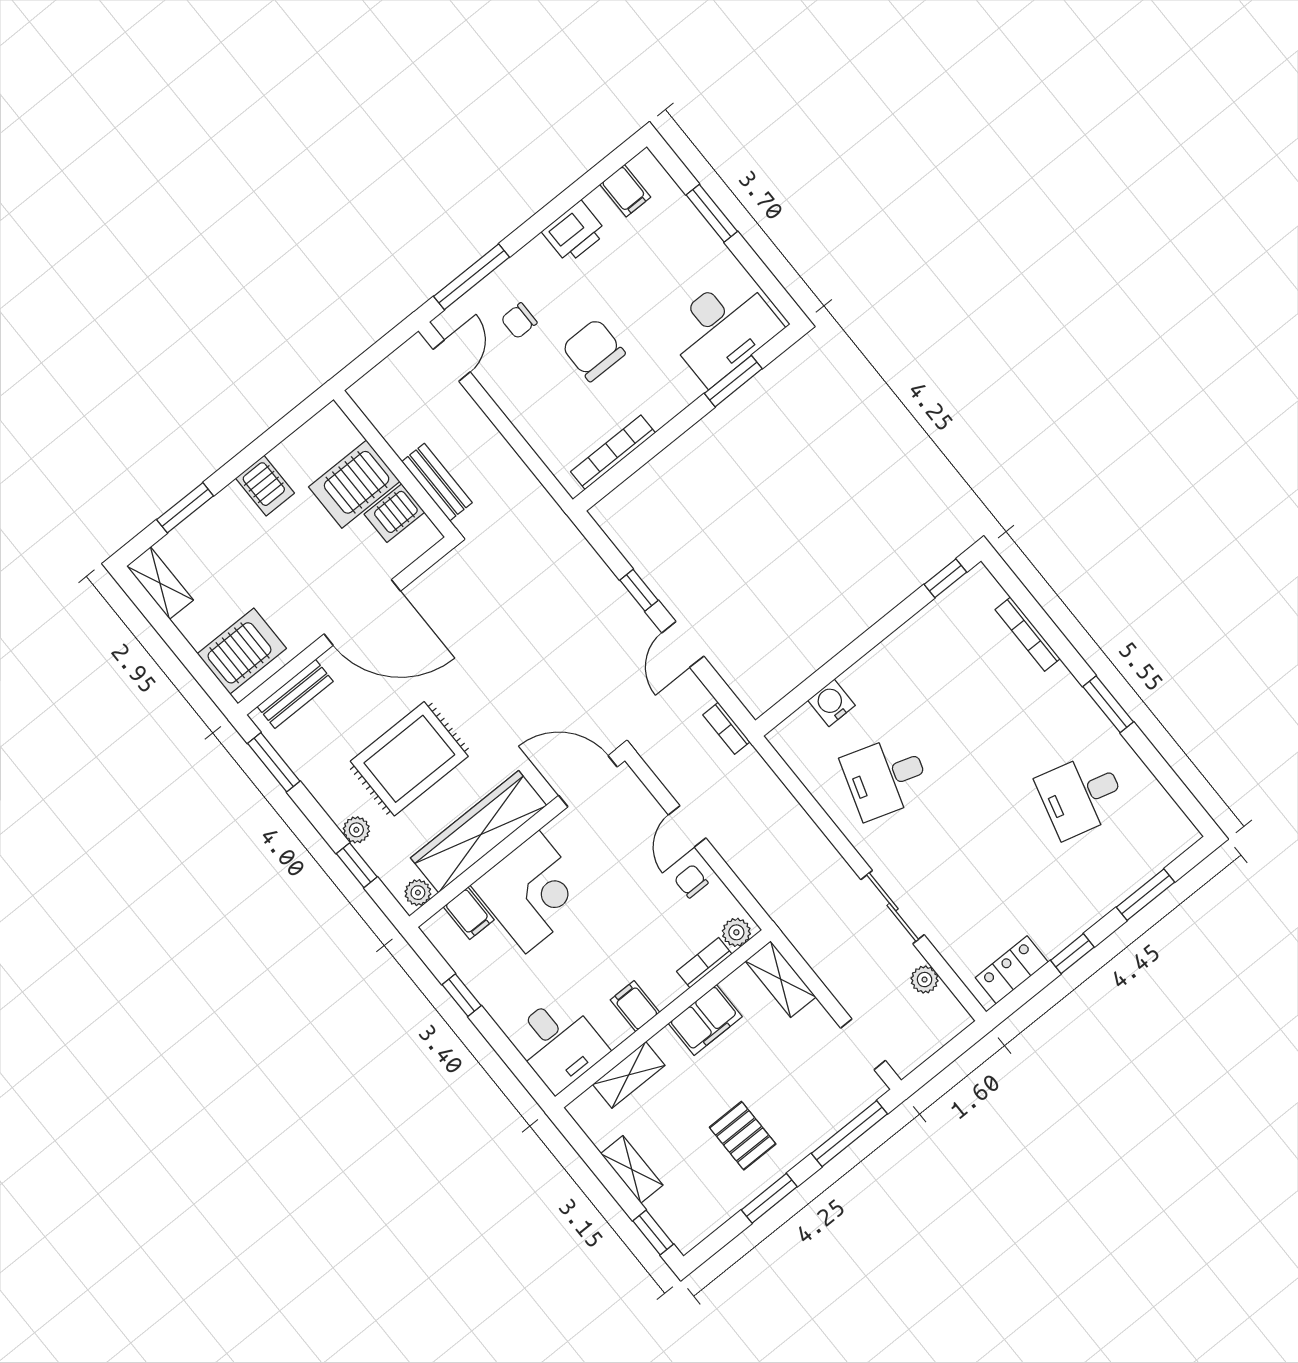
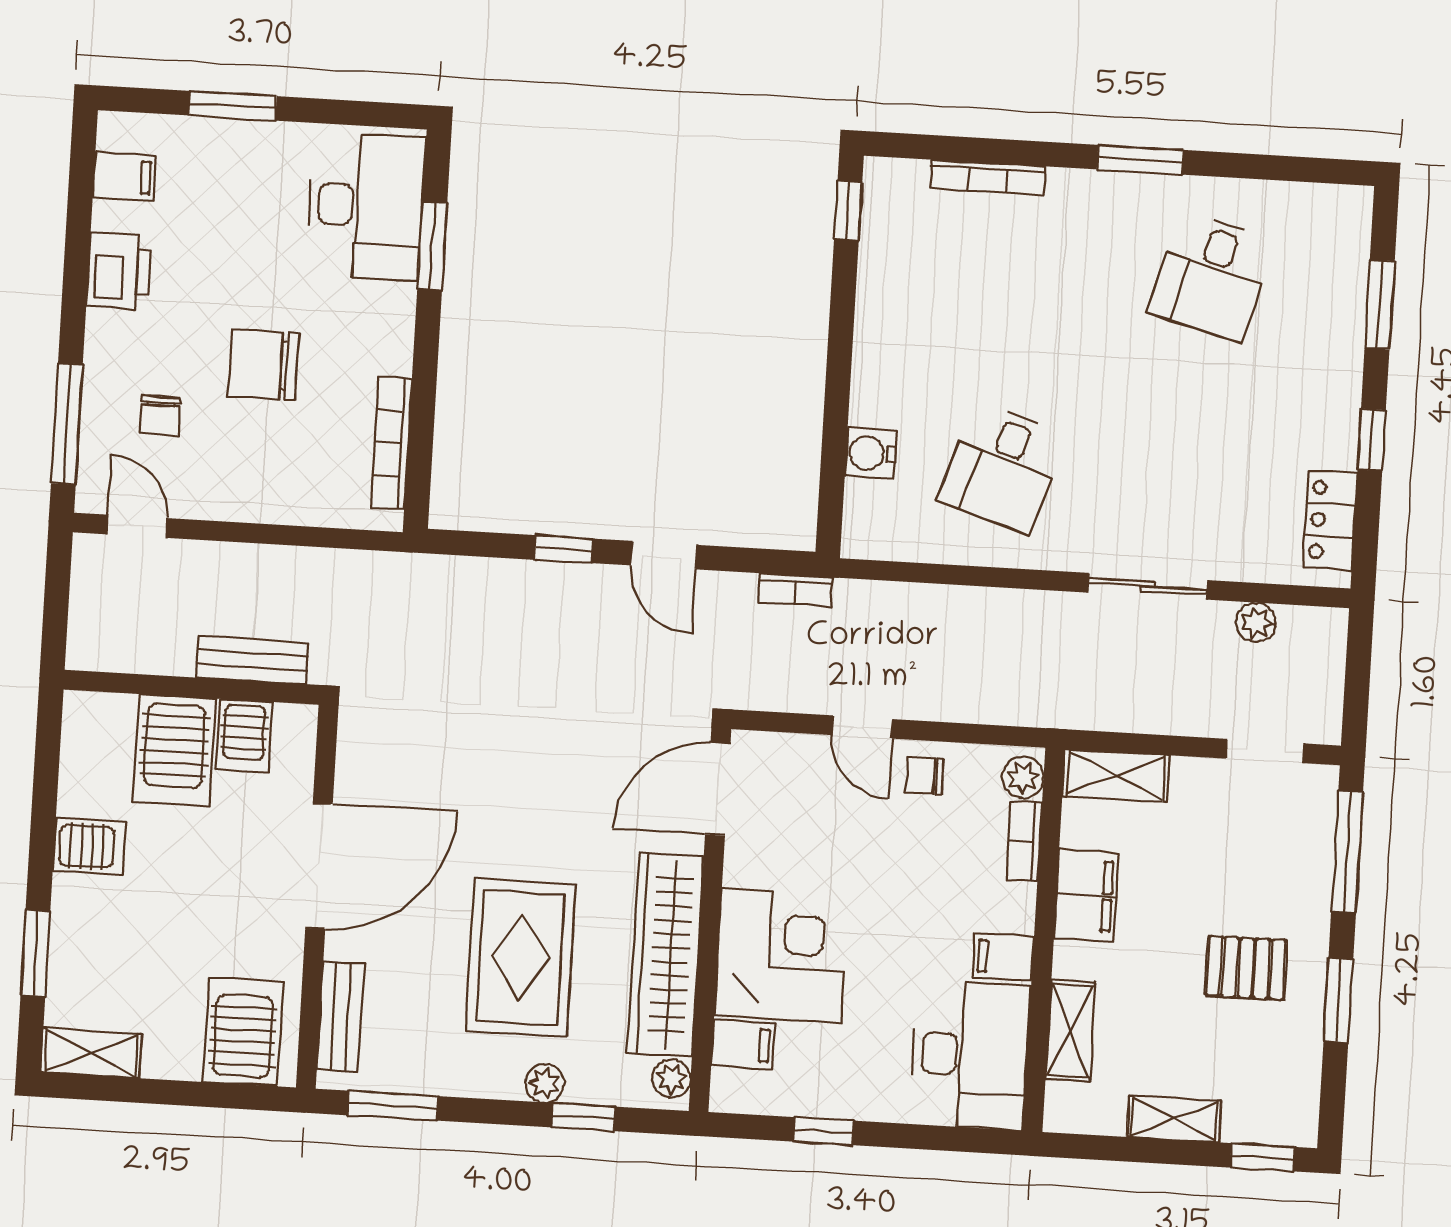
desk: (559, 1043) -> (970, 1055), width x1.37

